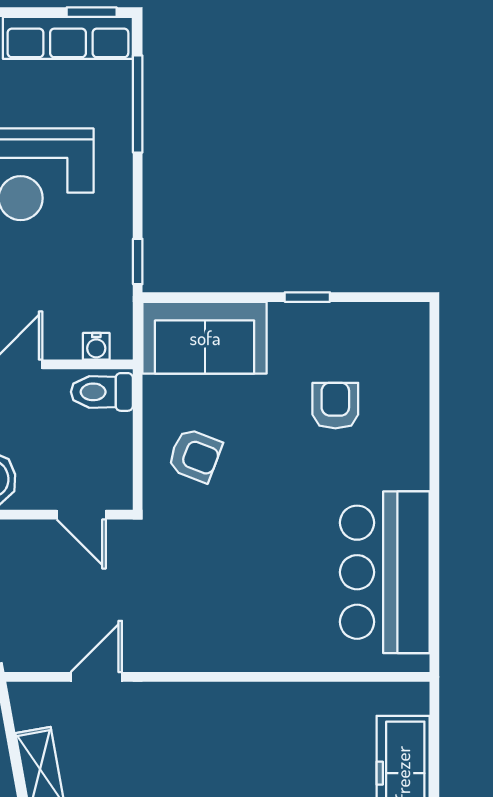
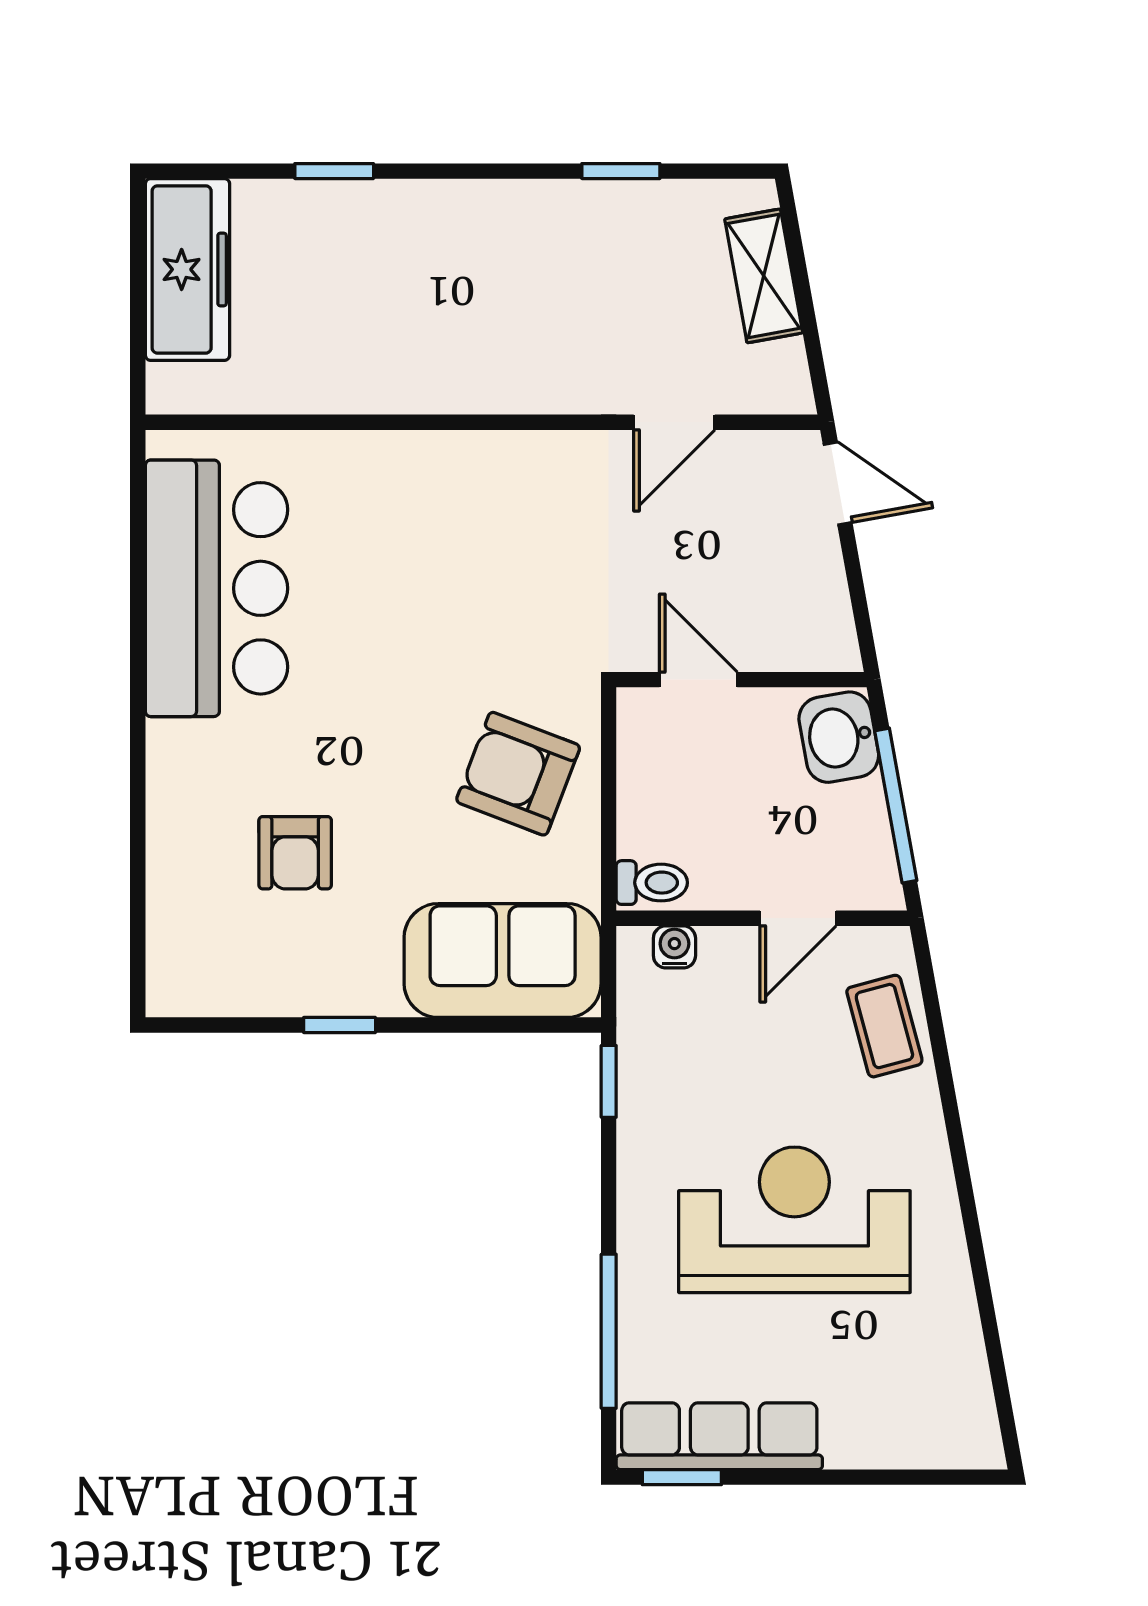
toilet: (102, 392) -> (652, 883), width x0.73, depth x0.72
armchair: (195, 455) -> (518, 774), width x1.38, depth x1.38

